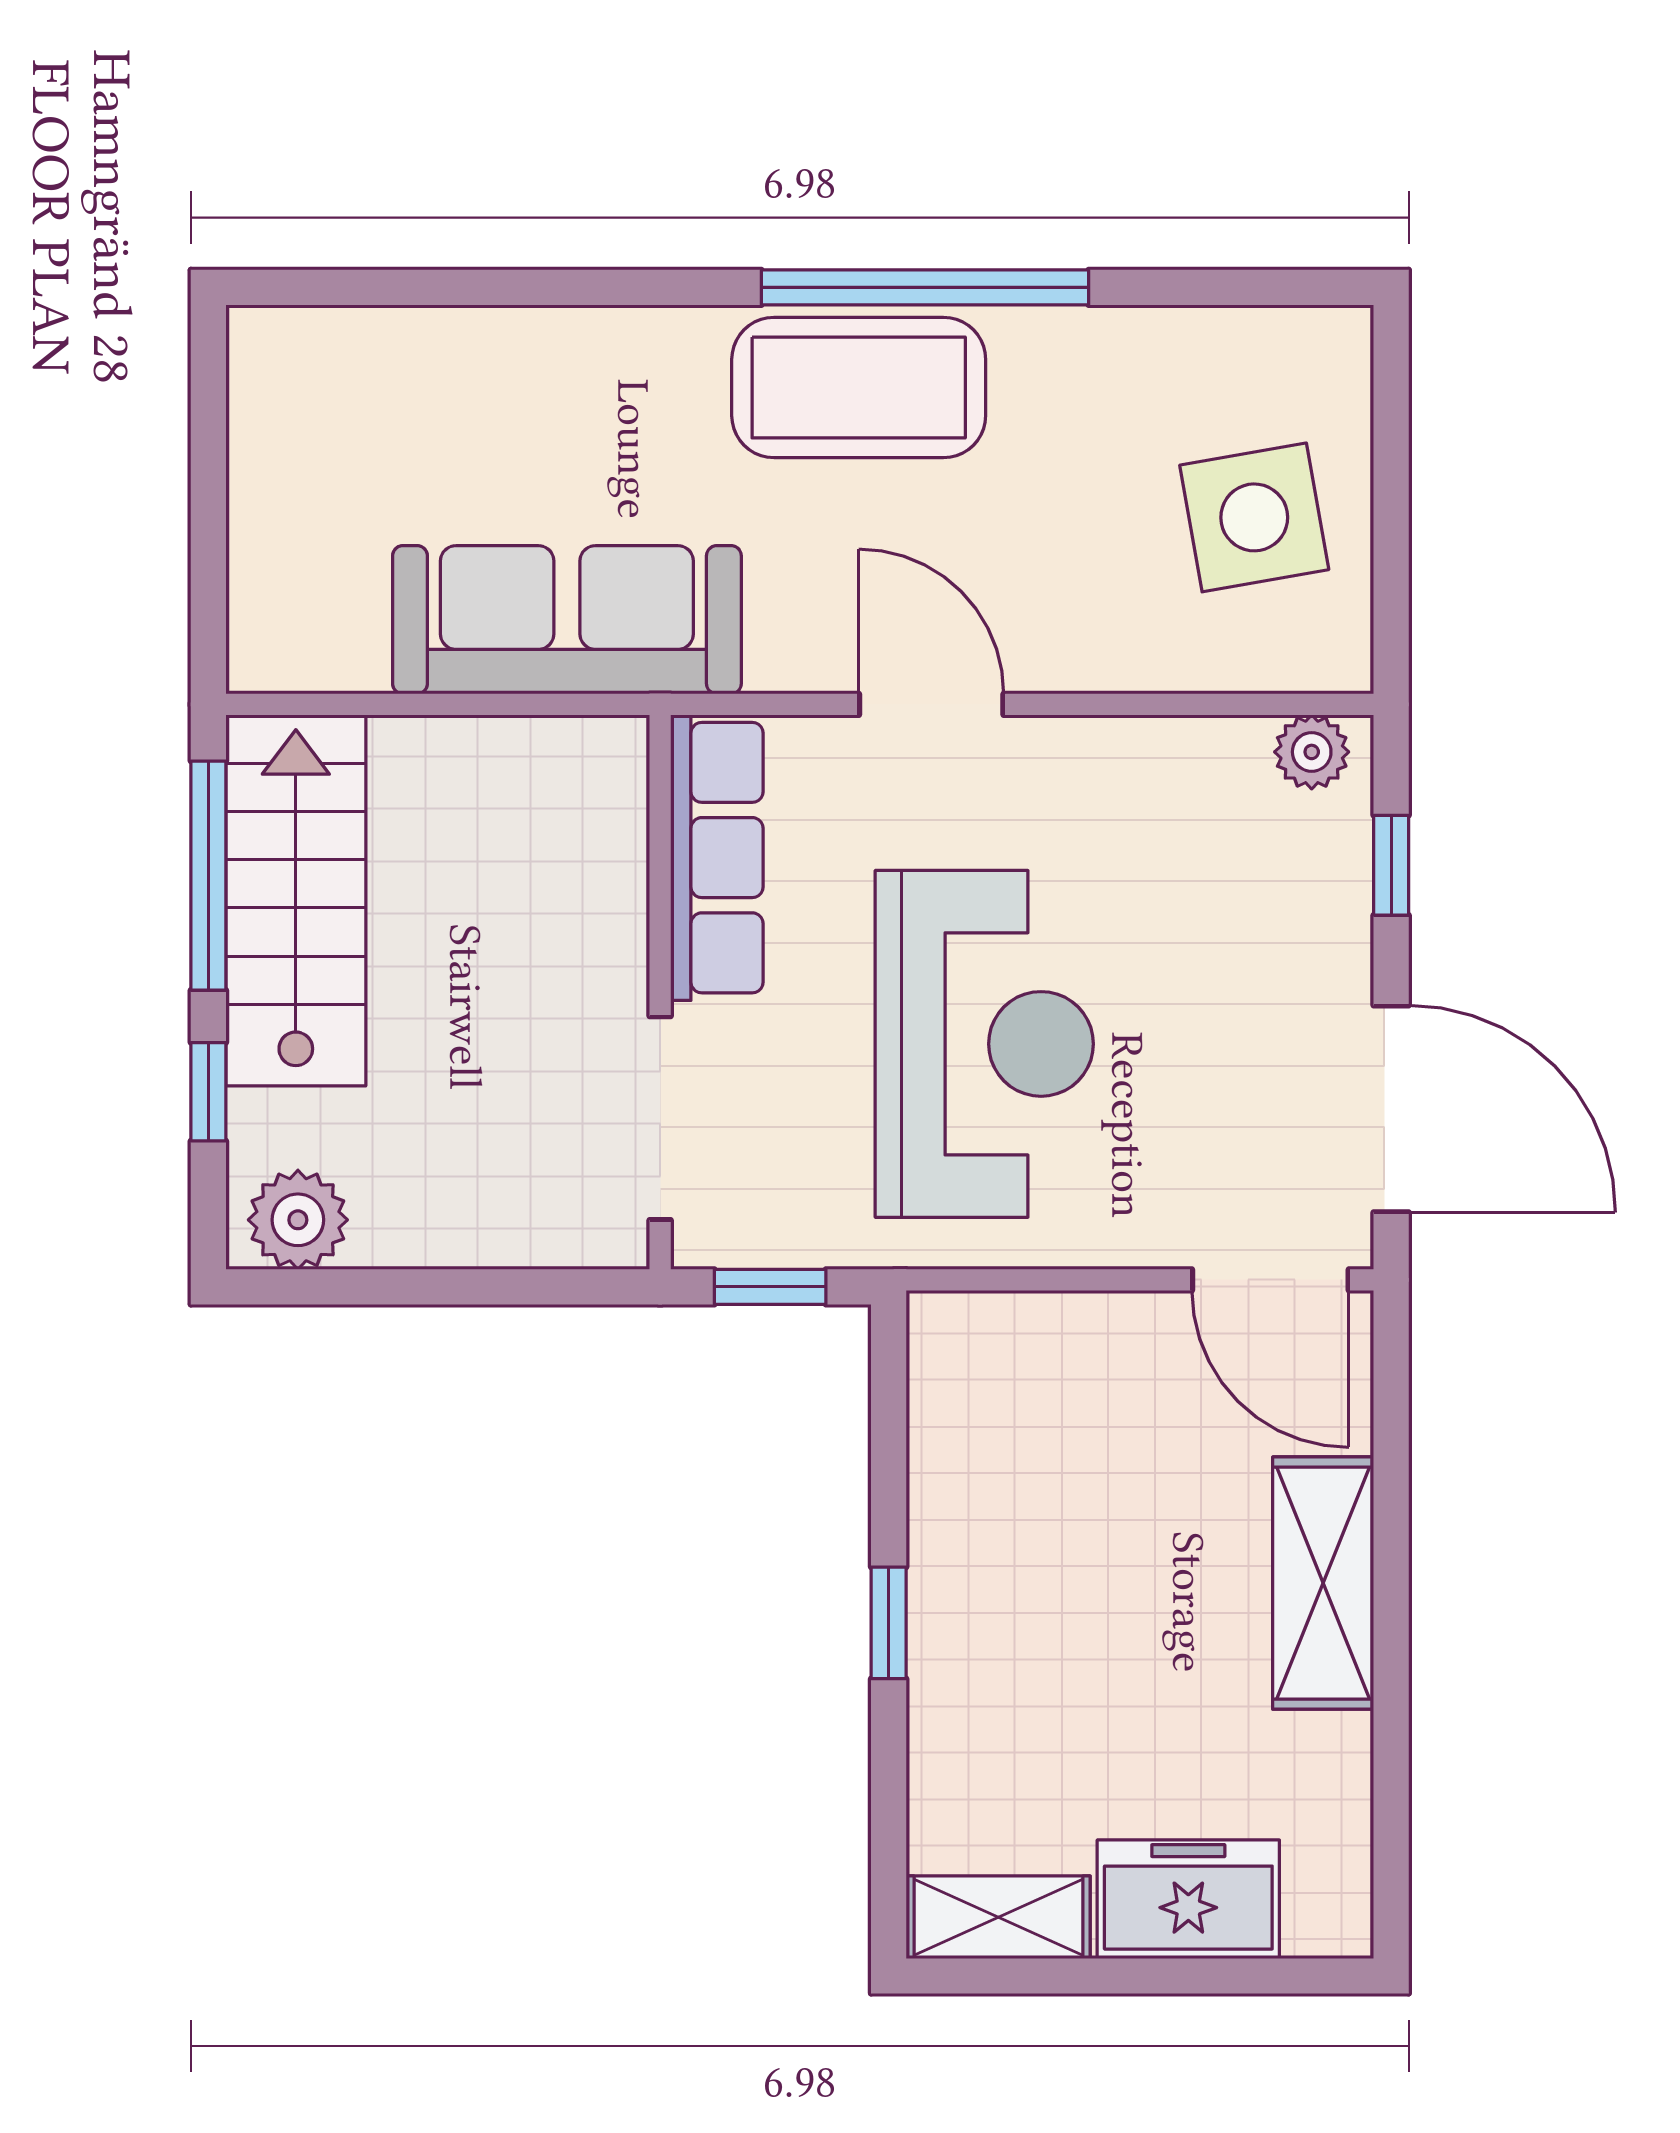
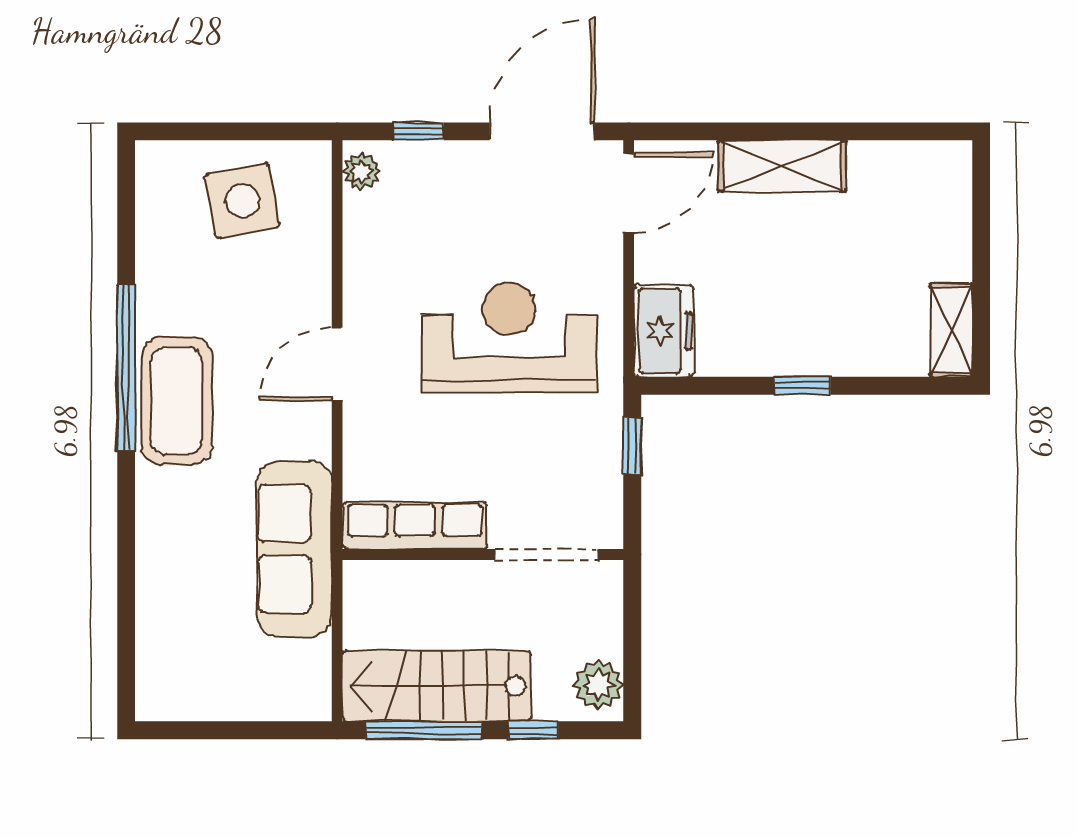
row of seats: (717, 858) -> (415, 526), moved
wall: (660, 992) -> (483, 555), moved
doorway: (660, 1118) -> (547, 555), moved
freezer: (1188, 1899) -> (664, 331), moved, turned 180

